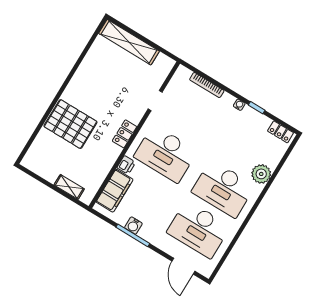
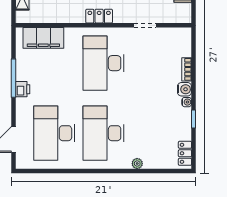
bookcase: (207, 85) -> (187, 69), width x0.64
printer: (126, 165) -> (23, 89), moved, turned -90
plant: (261, 174) -> (137, 164), width x0.53, depth x0.53
water cooler: (133, 226) -> (184, 89), moved, turned 180

